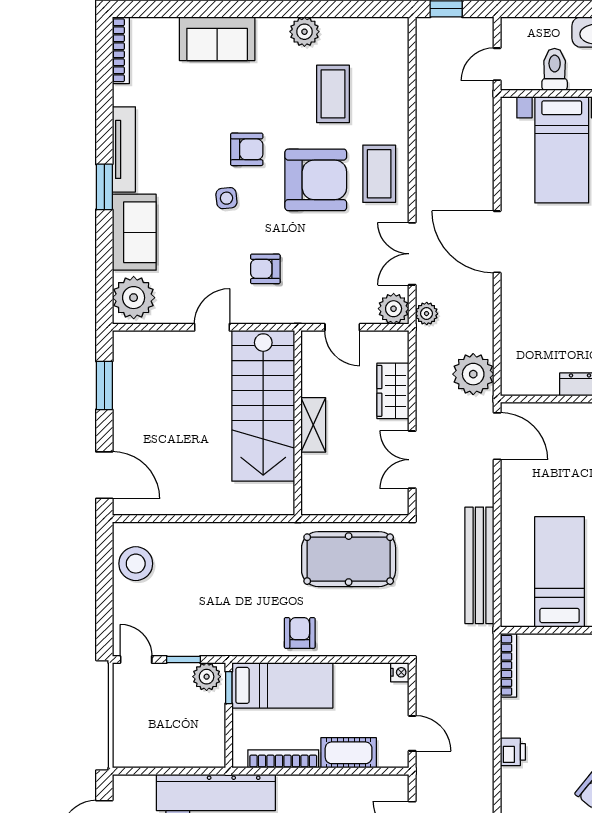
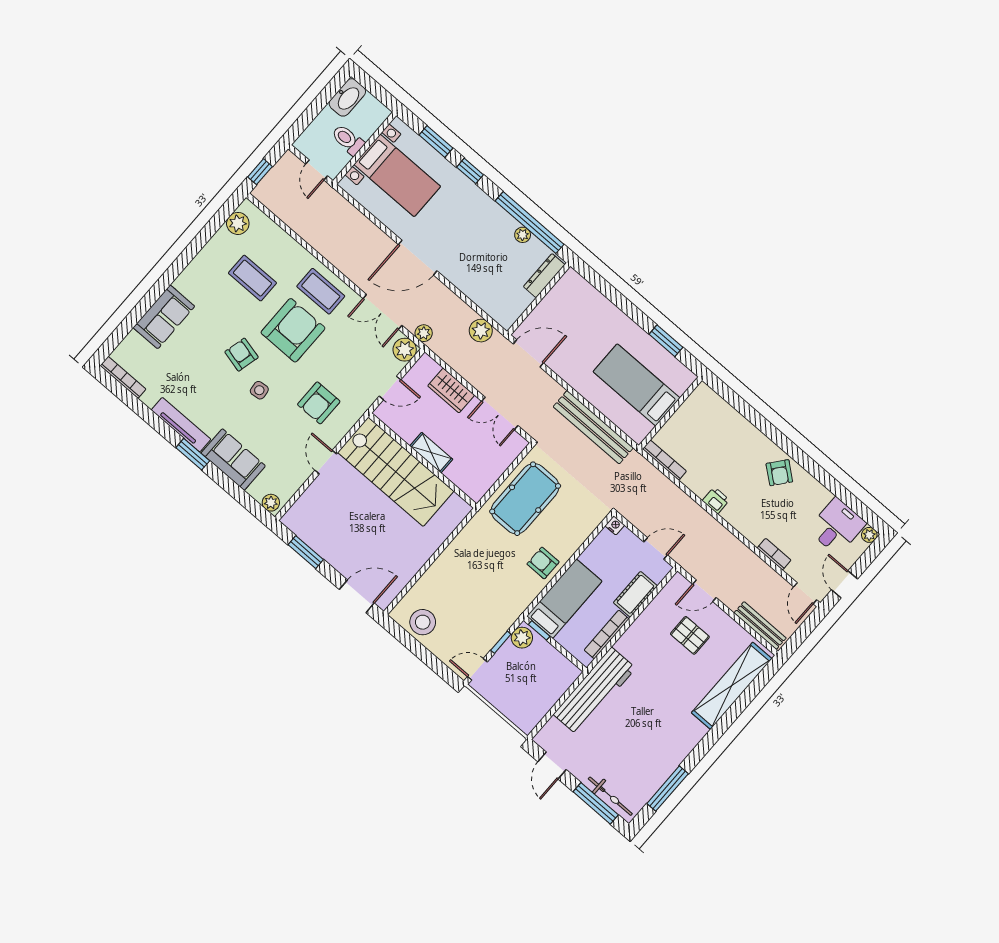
plant: (304, 32) -> (238, 223), moved
armchair: (247, 149) -> (242, 355), turned -76
armchair: (265, 269) -> (319, 403), width x1.38, depth x1.38
plant: (134, 298) -> (271, 503), width x0.53, depth x0.53
plant: (473, 374) -> (481, 331), width x0.73, depth x0.73

